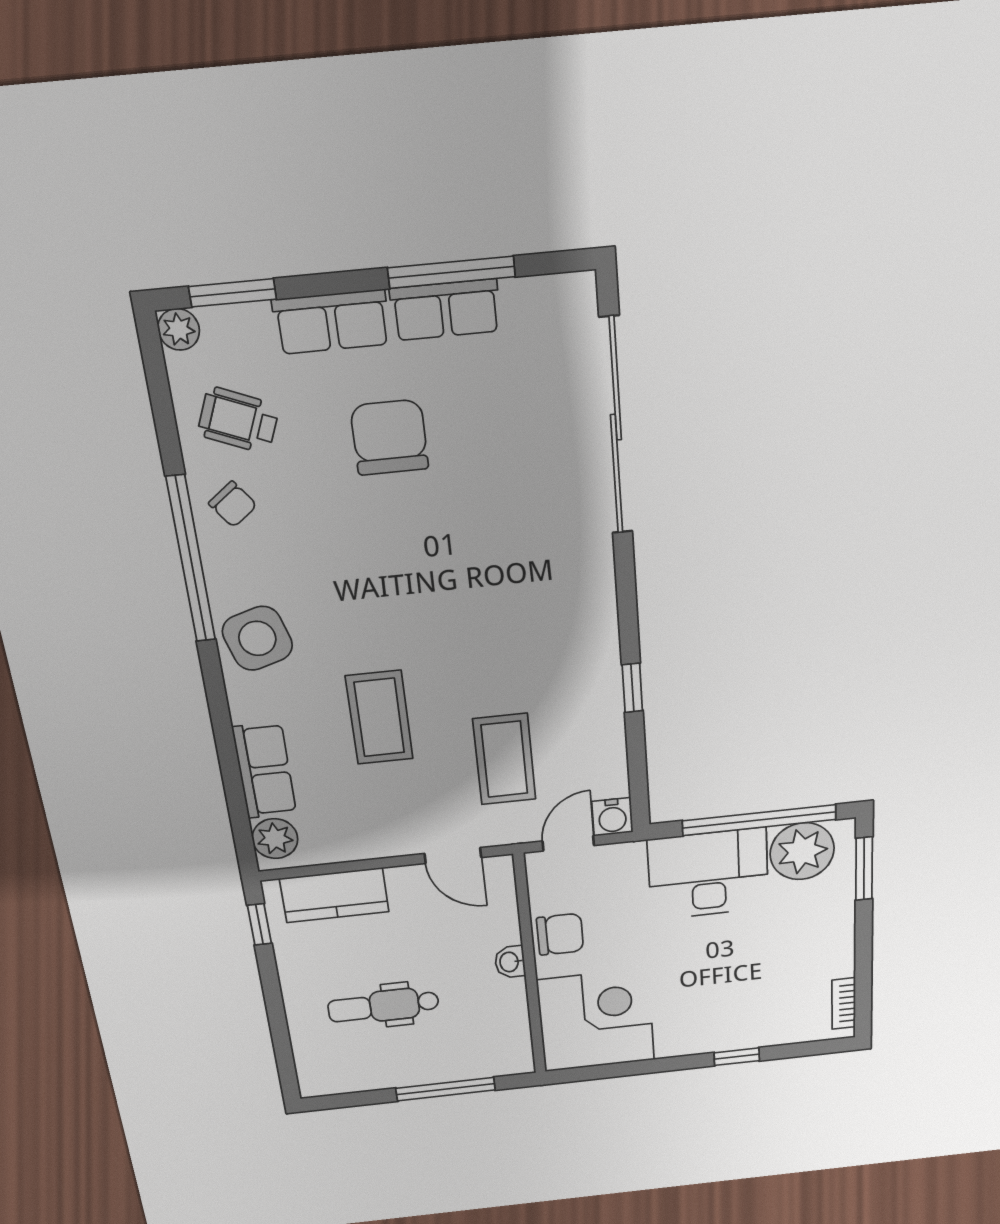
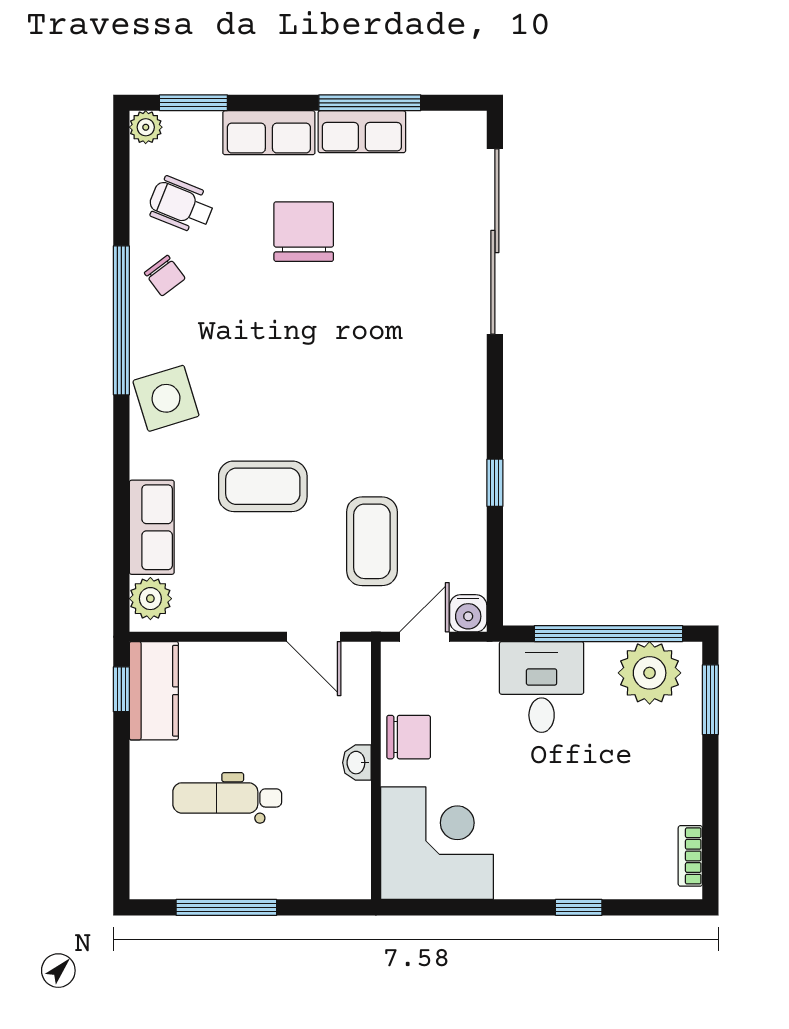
coffee table: (379, 718) -> (263, 486), turned 90
desk: (708, 874) -> (542, 687), width x0.73
kitchen counter: (334, 895) -> (154, 691), moved, turned -90
window: (445, 1089) -> (226, 907), moved

